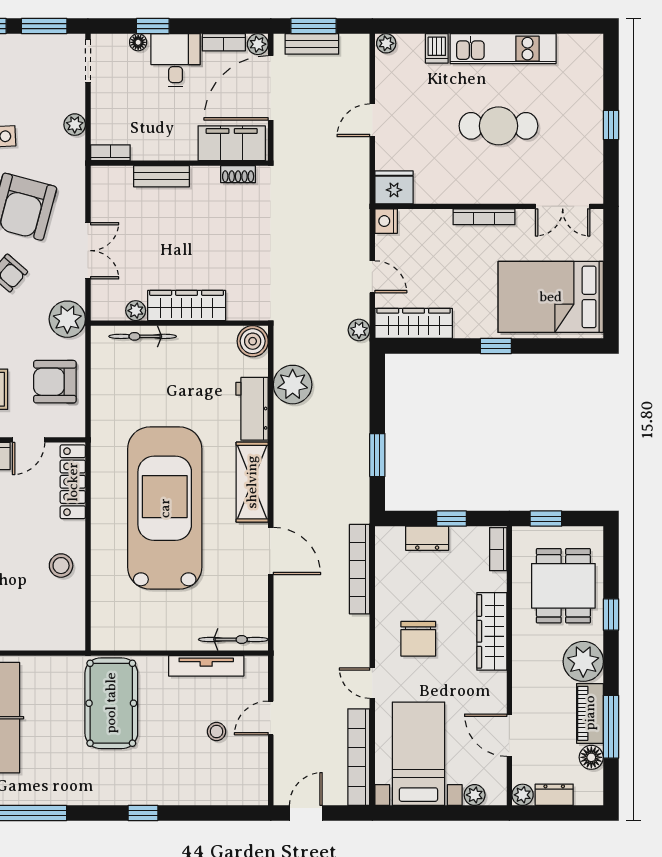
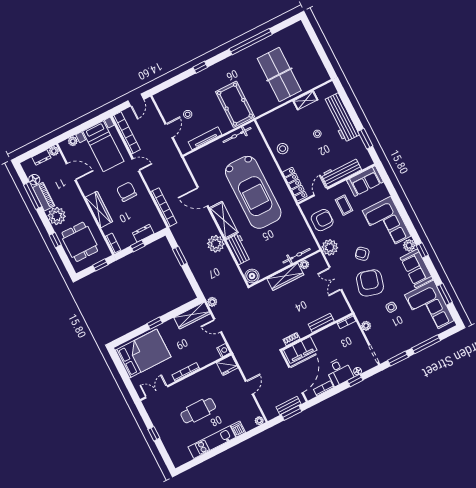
plant: (258, 44) -> (310, 395), removed
plant: (293, 385) -> (216, 244), moved
bicycle: (233, 639) -> (237, 135), moved

